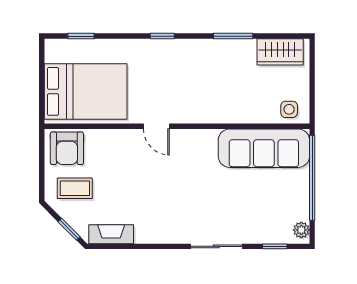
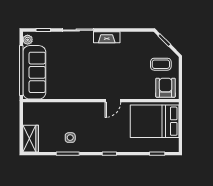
wardrobe: (280, 52) -> (31, 139), moved, turned 90
side table: (289, 109) -> (70, 138), moved
door: (156, 126) -> (113, 101), swing flipped
sofa: (264, 148) -> (34, 72), moved, turned 90
fireplace: (111, 234) -> (107, 37), moved

